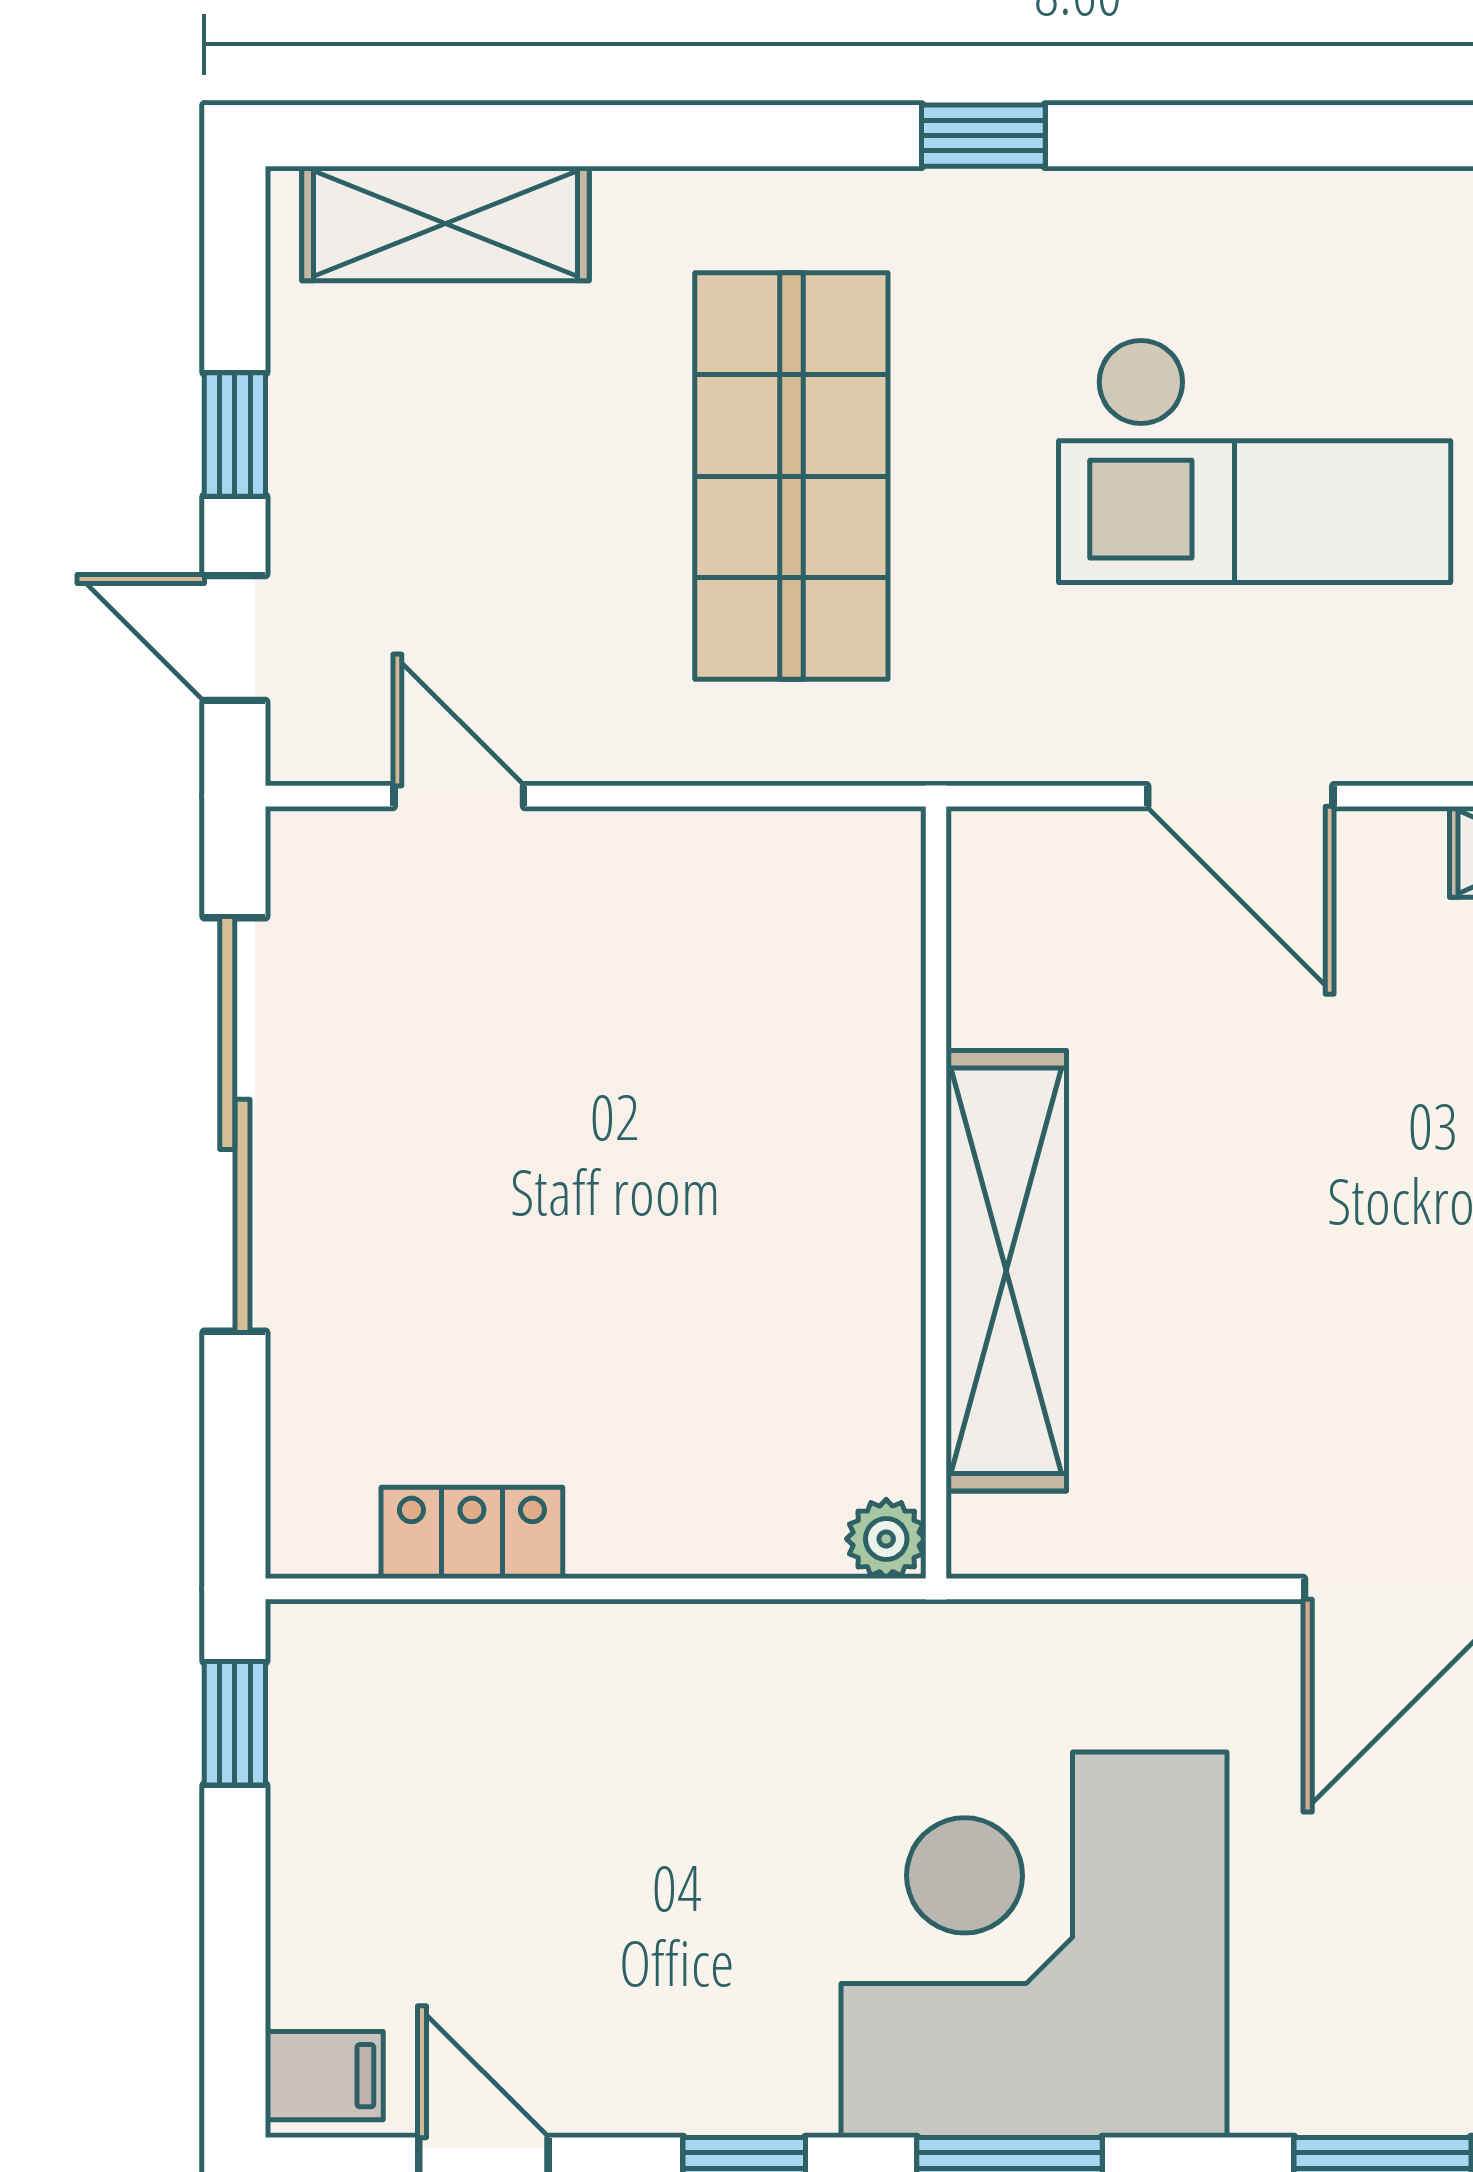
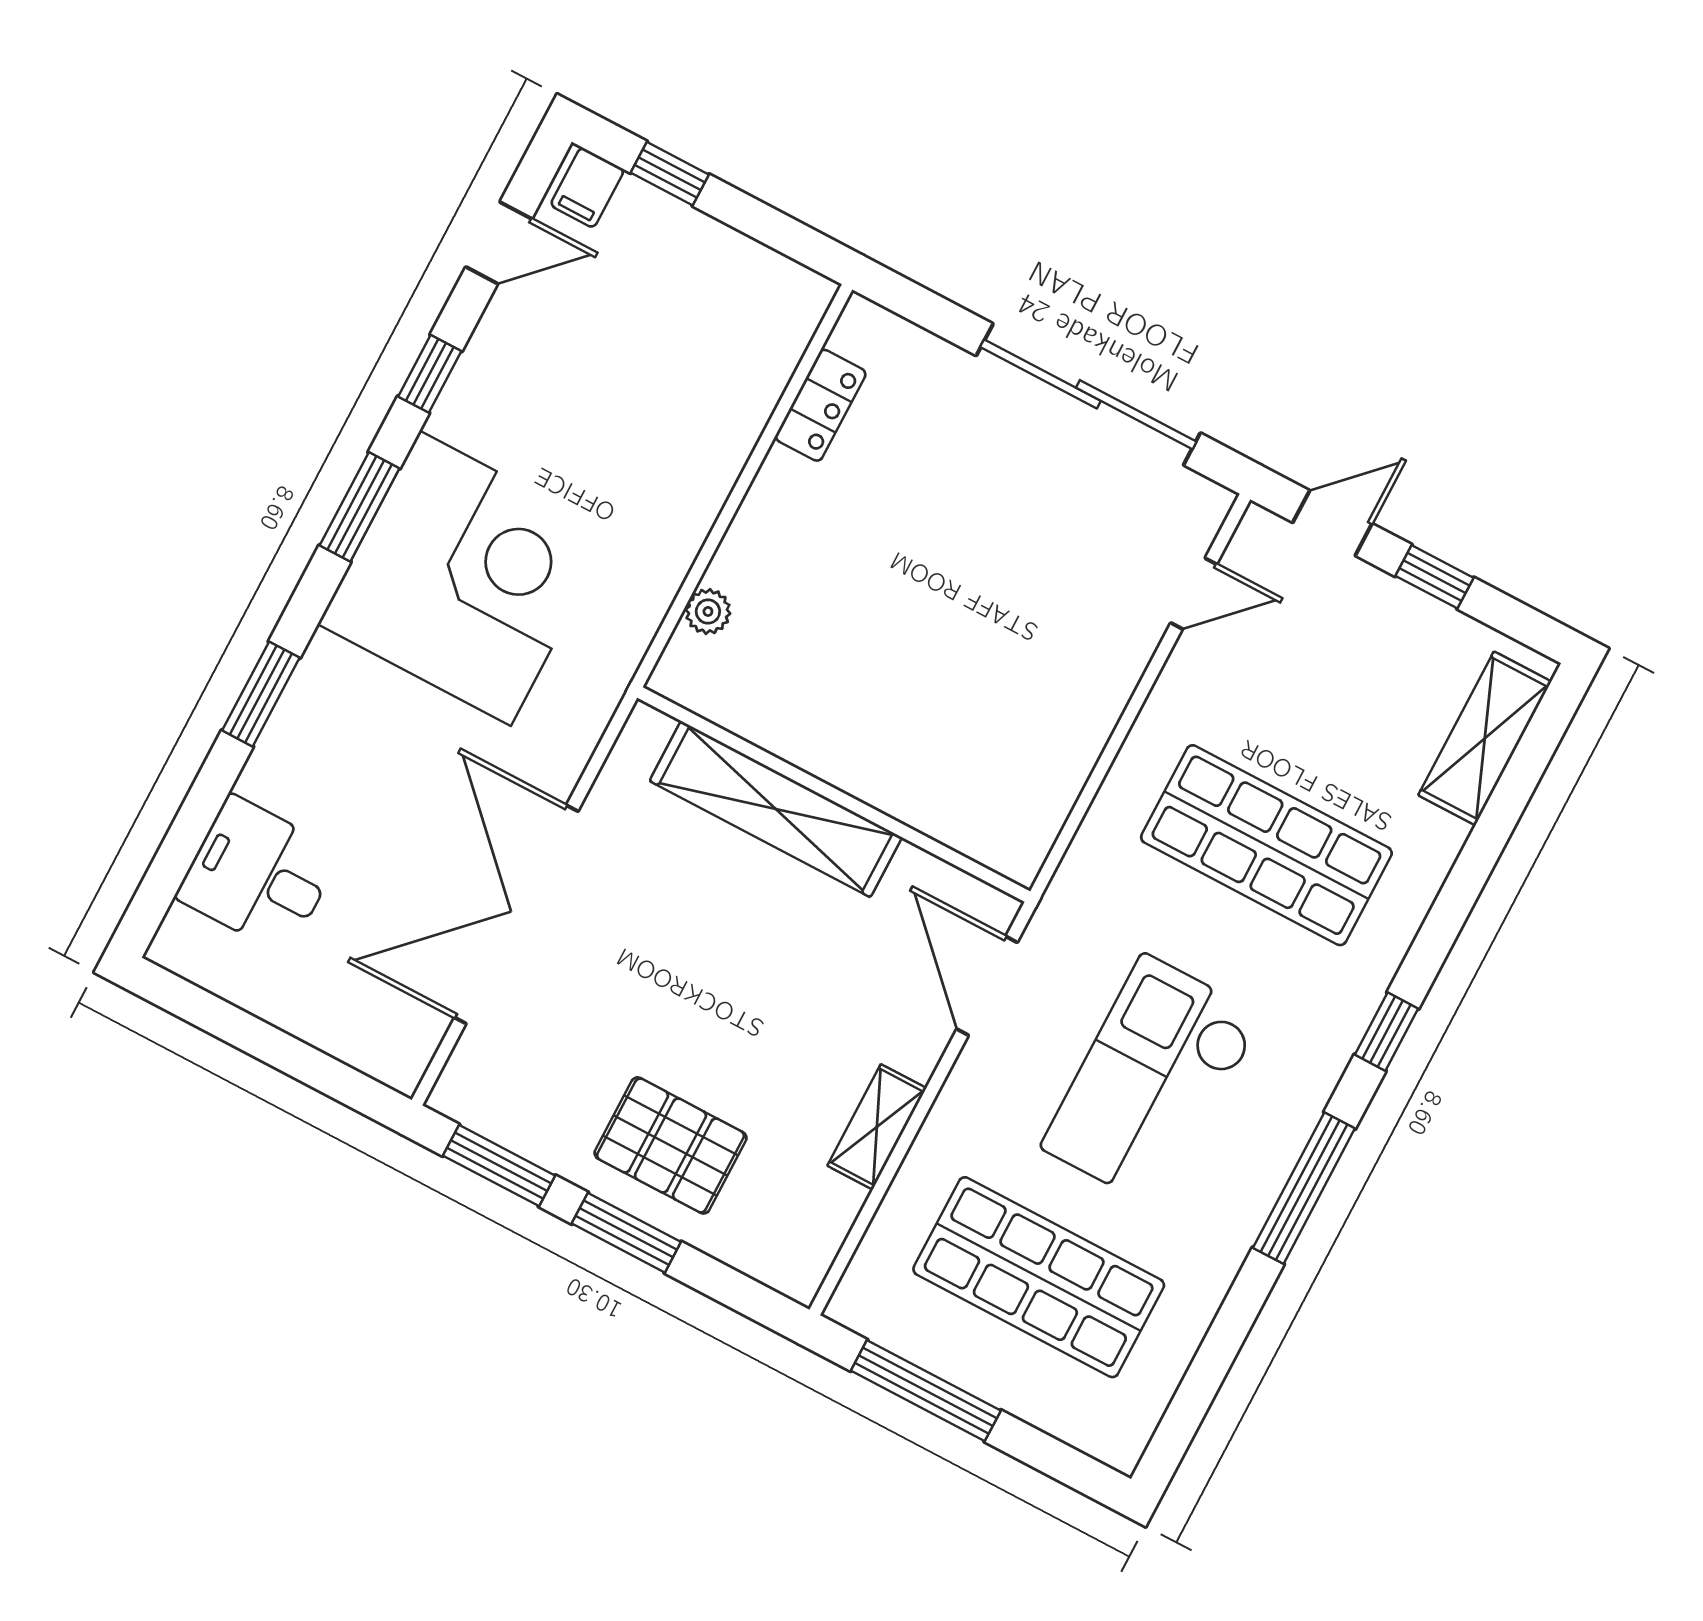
window: (1295, 136) -> (1304, 1188), added
door: (1240, 796) -> (987, 986), hinge flipped
wall: (936, 1193) -> (834, 794), moved
shelving: (1006, 1271) -> (776, 809), moved
window: (235, 1723) -> (670, 174), moved

